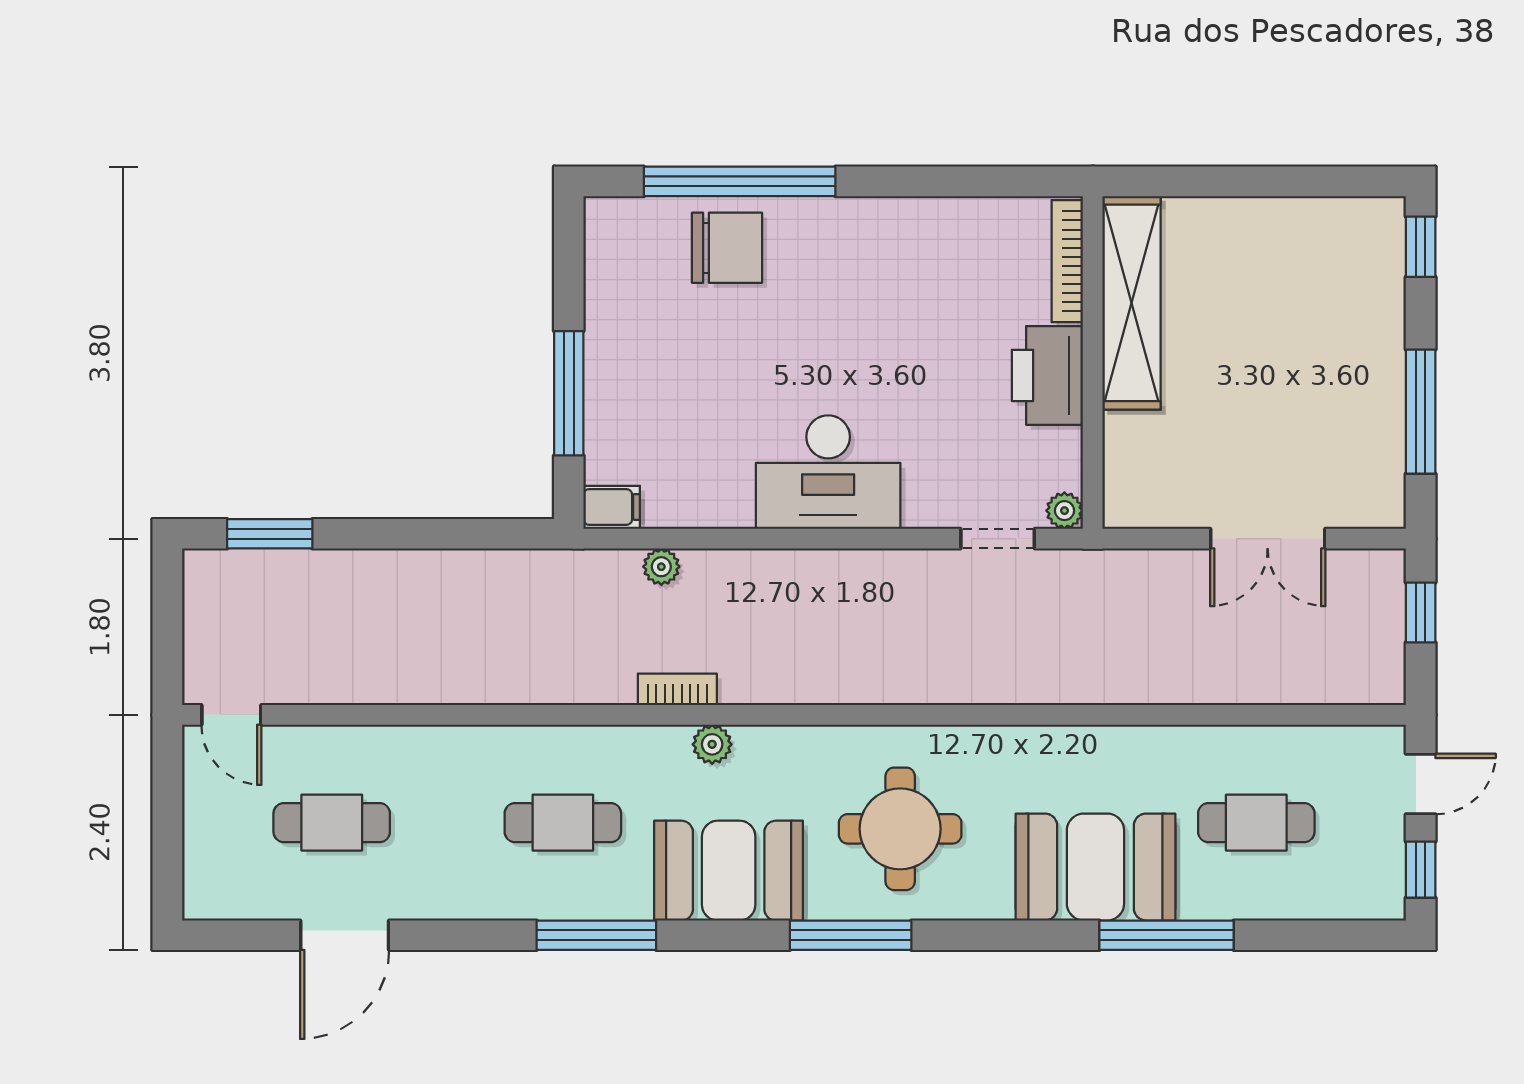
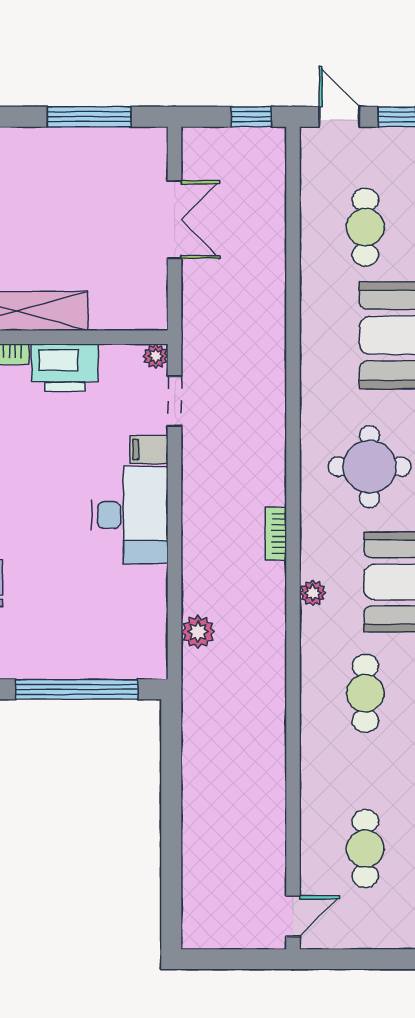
window: (569, 393) -> (77, 689), width x1.46
filing cabinet: (612, 507) -> (149, 450), moved, turned -90
window: (270, 534) -> (171, 890), removed
plant: (661, 567) -> (198, 632), width x1.38, depth x1.38
window: (1421, 613) -> (251, 117), moved
bookcase: (677, 689) -> (276, 534), moved

